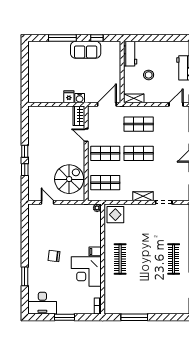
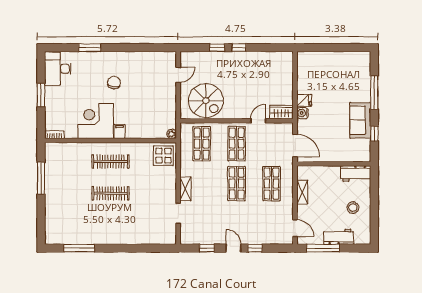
stool: (149, 75) -> (353, 208), moved
shelving: (134, 98) -> (302, 192), moved
clothes rail: (174, 259) -> (111, 193), moved

